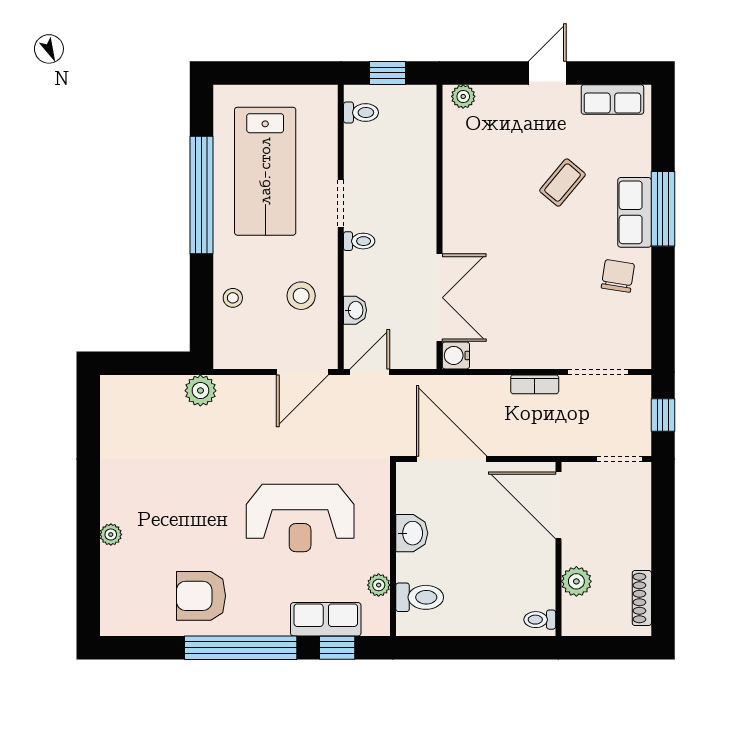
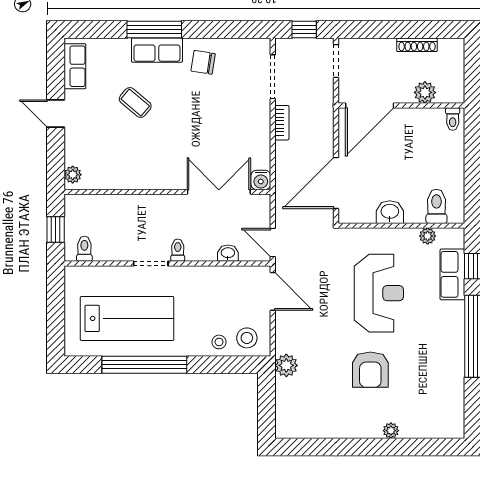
stool: (301, 296) -> (247, 338), moved
armchair: (201, 596) -> (370, 370), moved
shoe rack: (642, 598) -> (417, 45), moved

